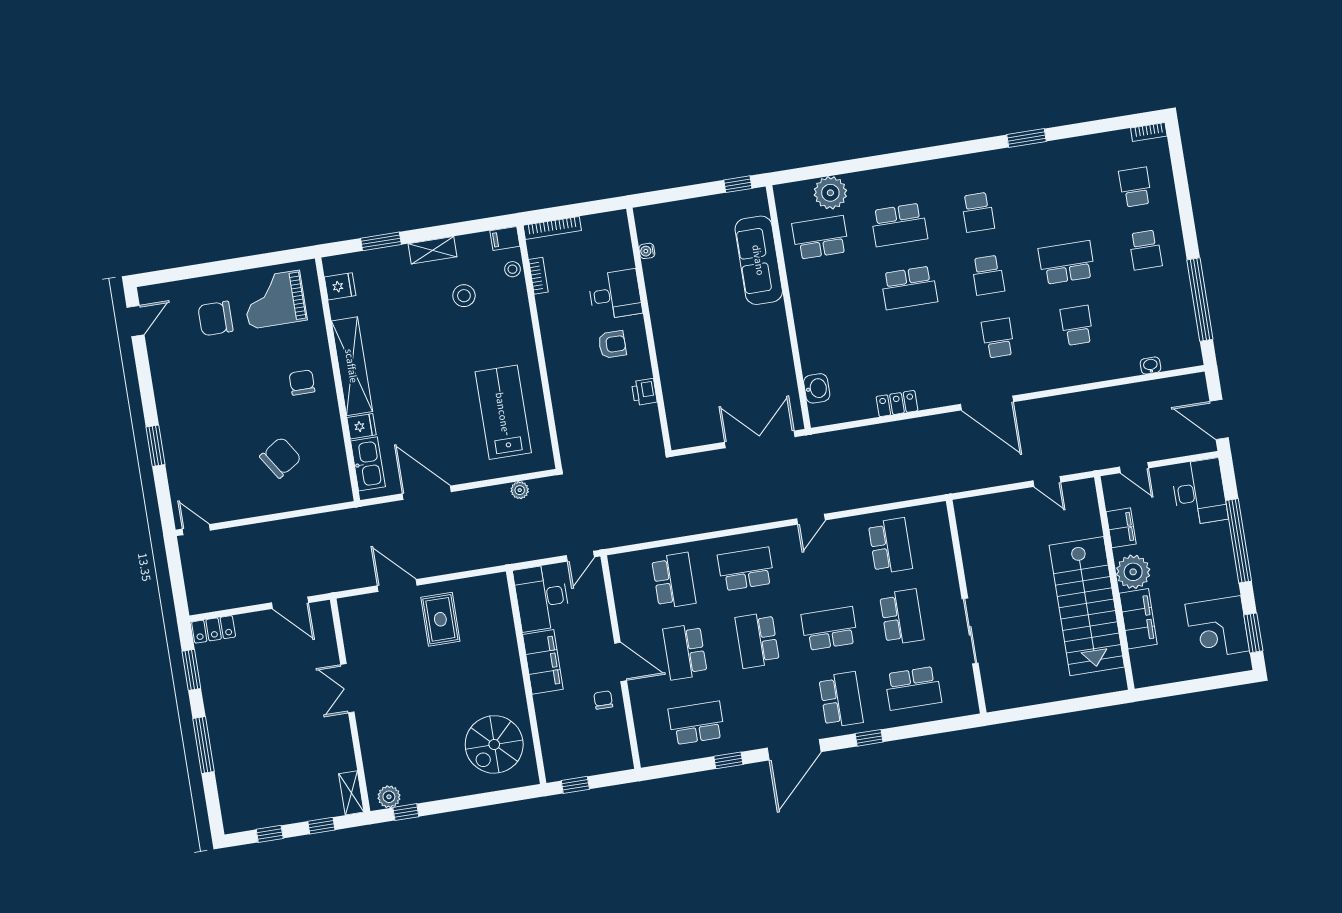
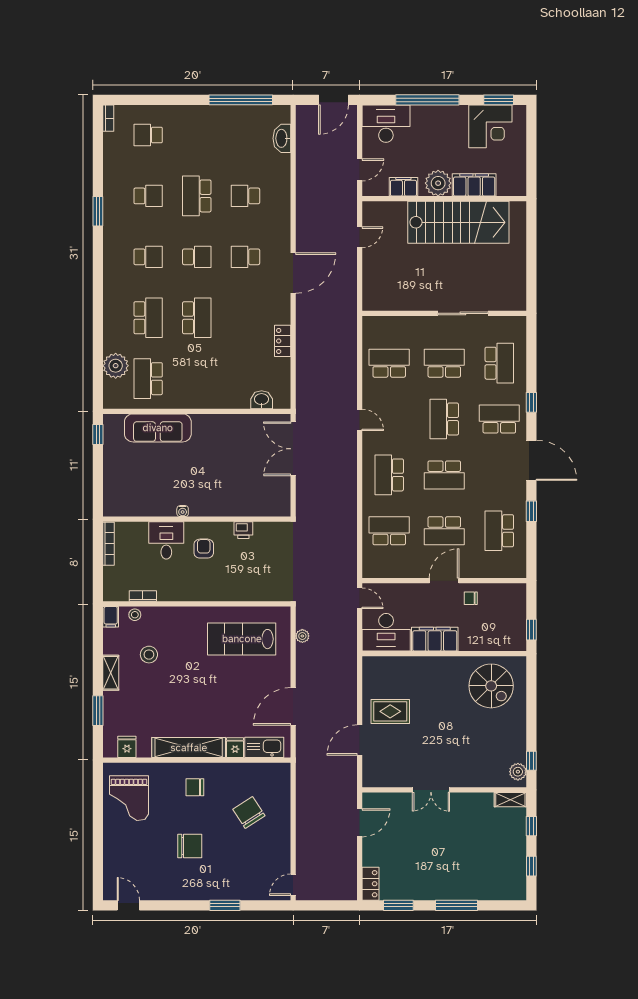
bookcase: (552, 228) -> (109, 544), moved
school desk: (1145, 250) -> (148, 196), moved
water cooler: (647, 251) -> (183, 511), moved
chair: (215, 318) -> (190, 846), moved, turned -90
washbasin: (1150, 366) -> (282, 138), width x1.91, depth x1.45

